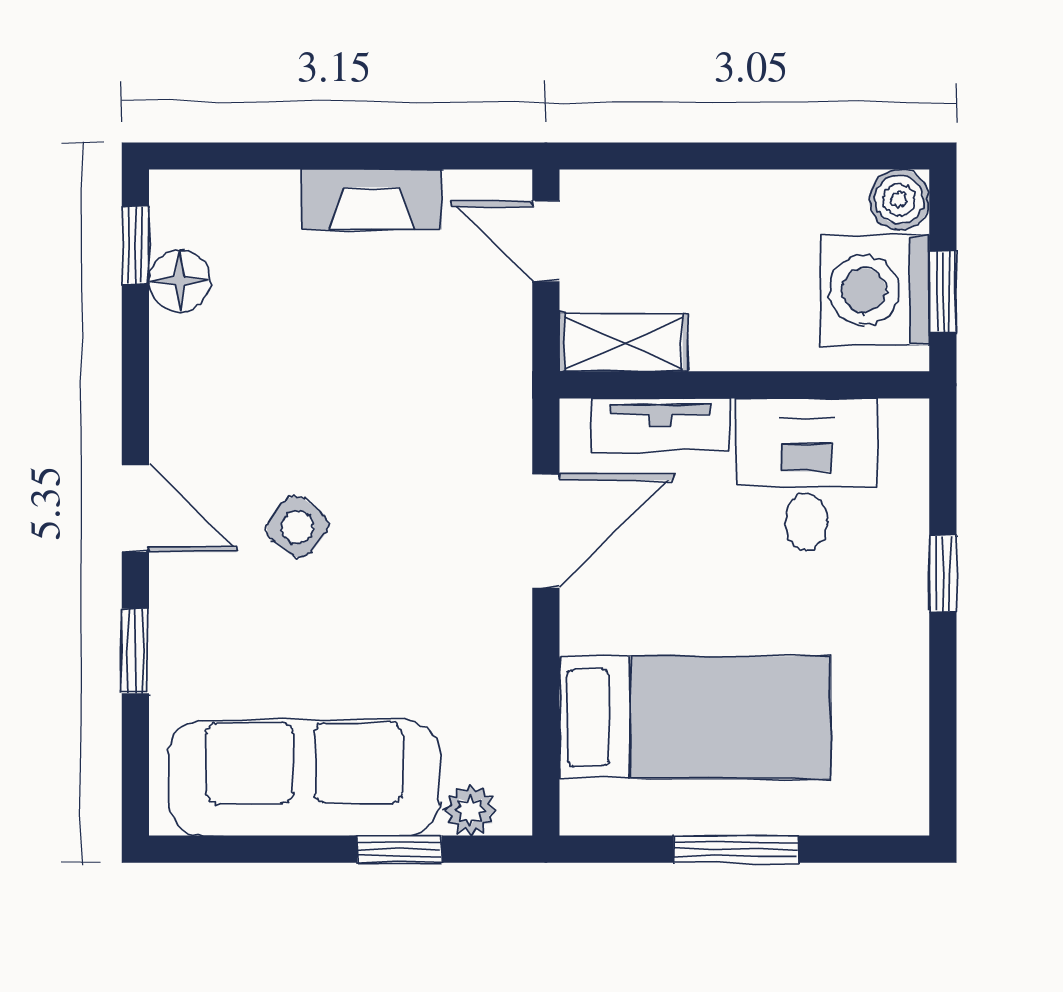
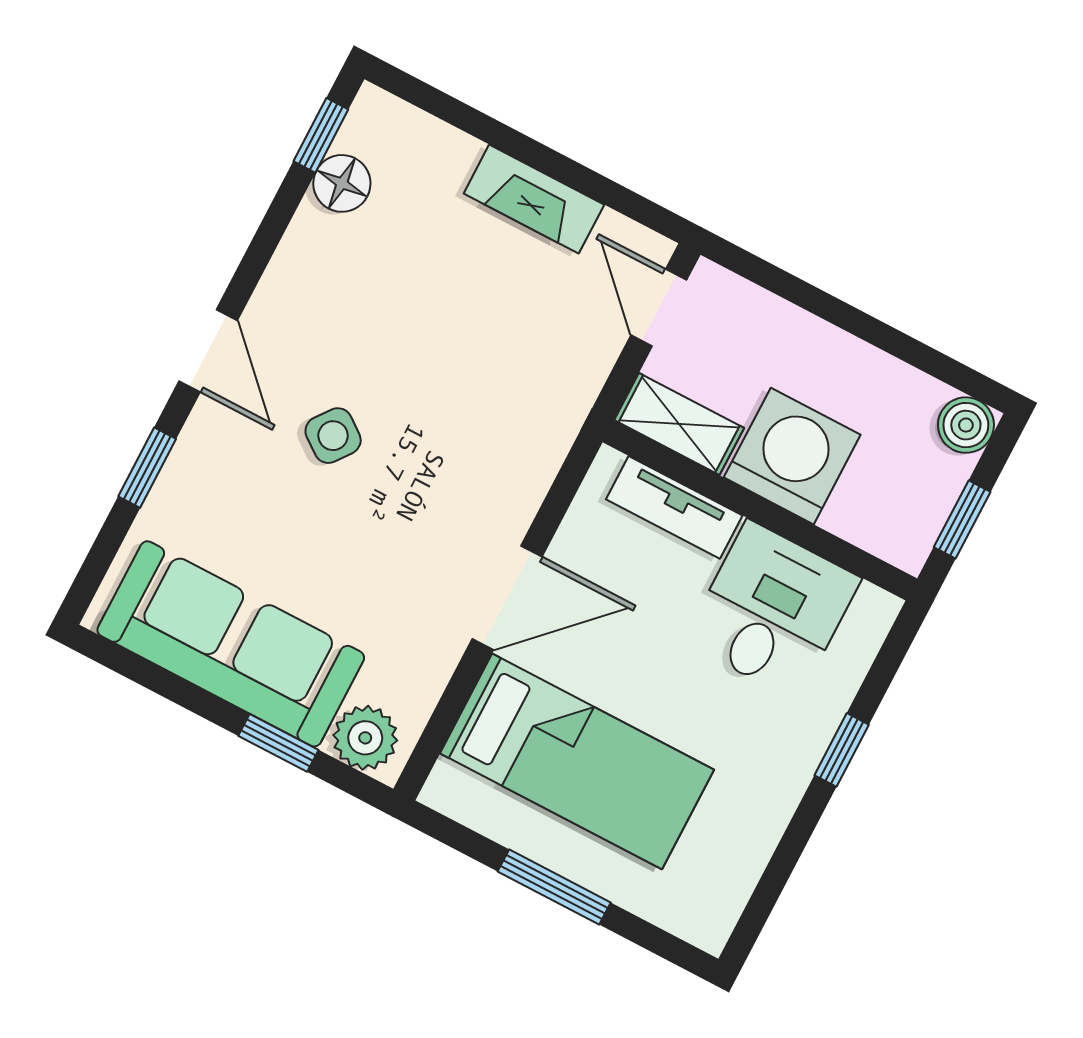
washing machine: (875, 290) -> (792, 456), moved, turned 90
door: (546, 531) -> (507, 598), moved
plant: (470, 810) -> (365, 738), width x1.38, depth x1.38

